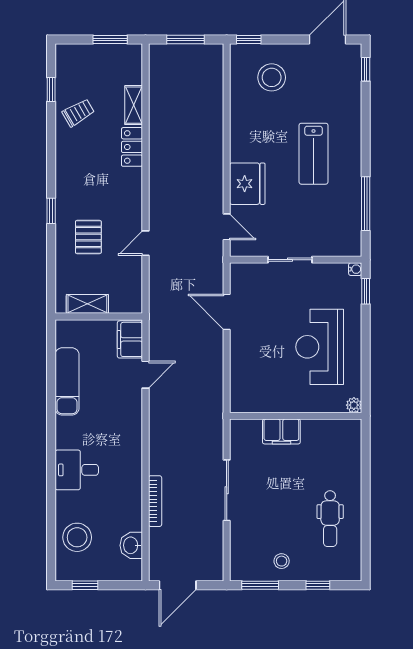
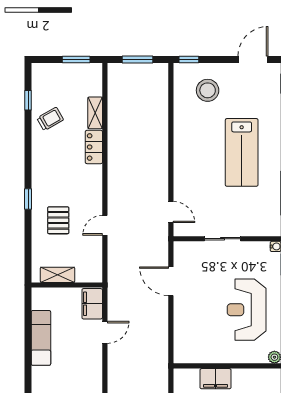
lab bench: (313, 154) -> (242, 152), width x1.36, depth x1.39
fridge: (247, 184) -> (188, 177), removed

